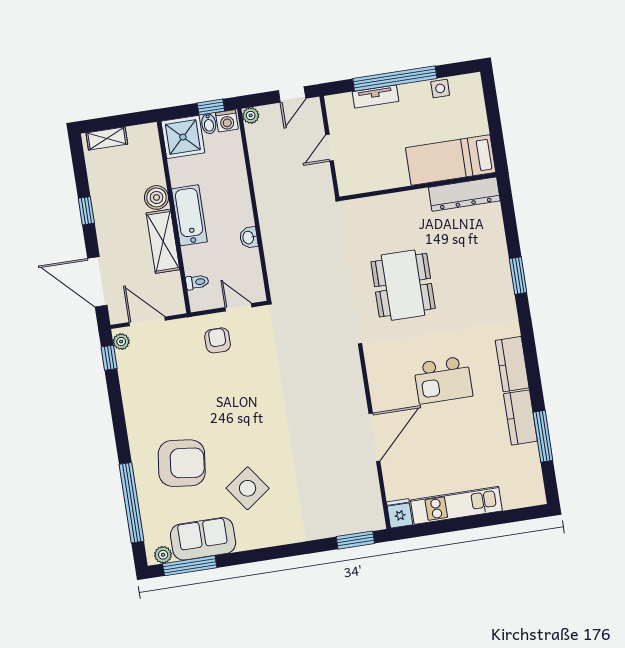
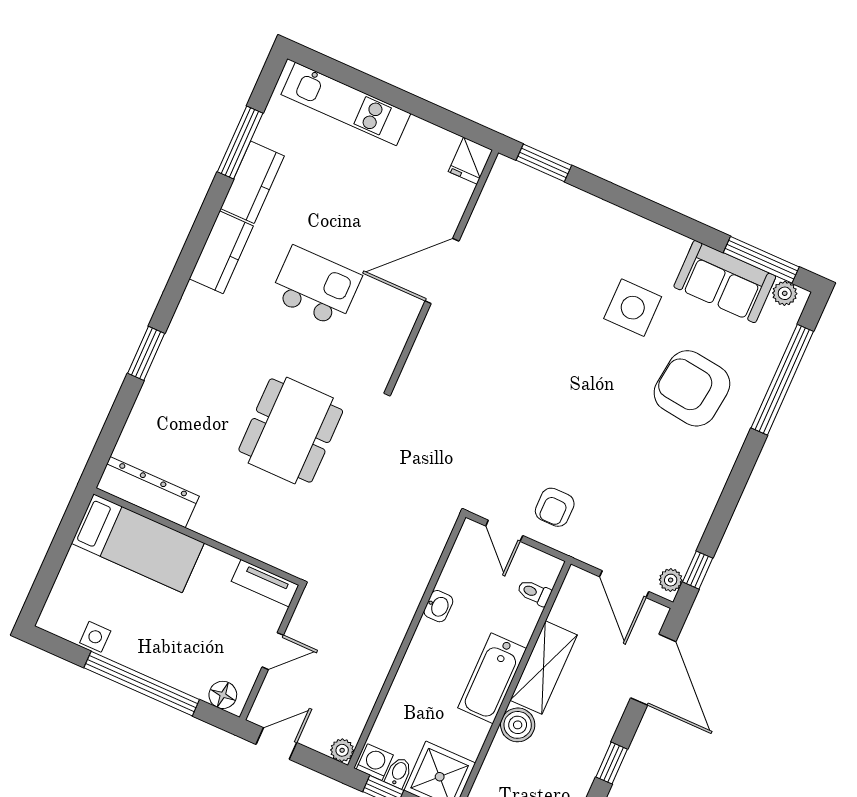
tv unit: (375, 96) -> (265, 583), moved, turned 180
floor lamp: (342, 103) -> (223, 695), added
side table: (248, 488) -> (633, 308), turned 36
kitchen unit: (456, 505) -> (346, 104), moved

